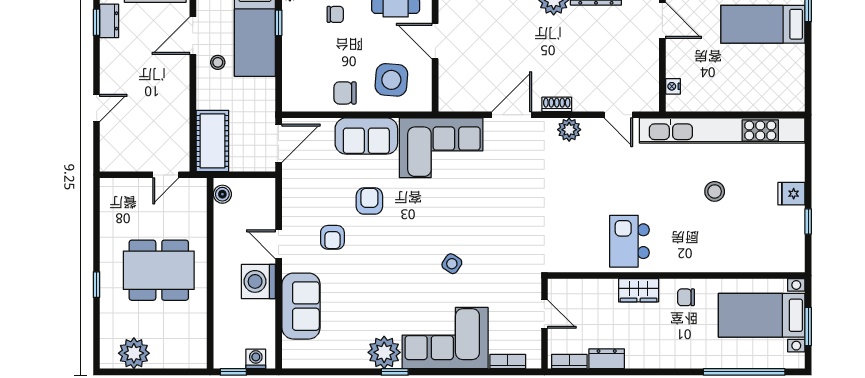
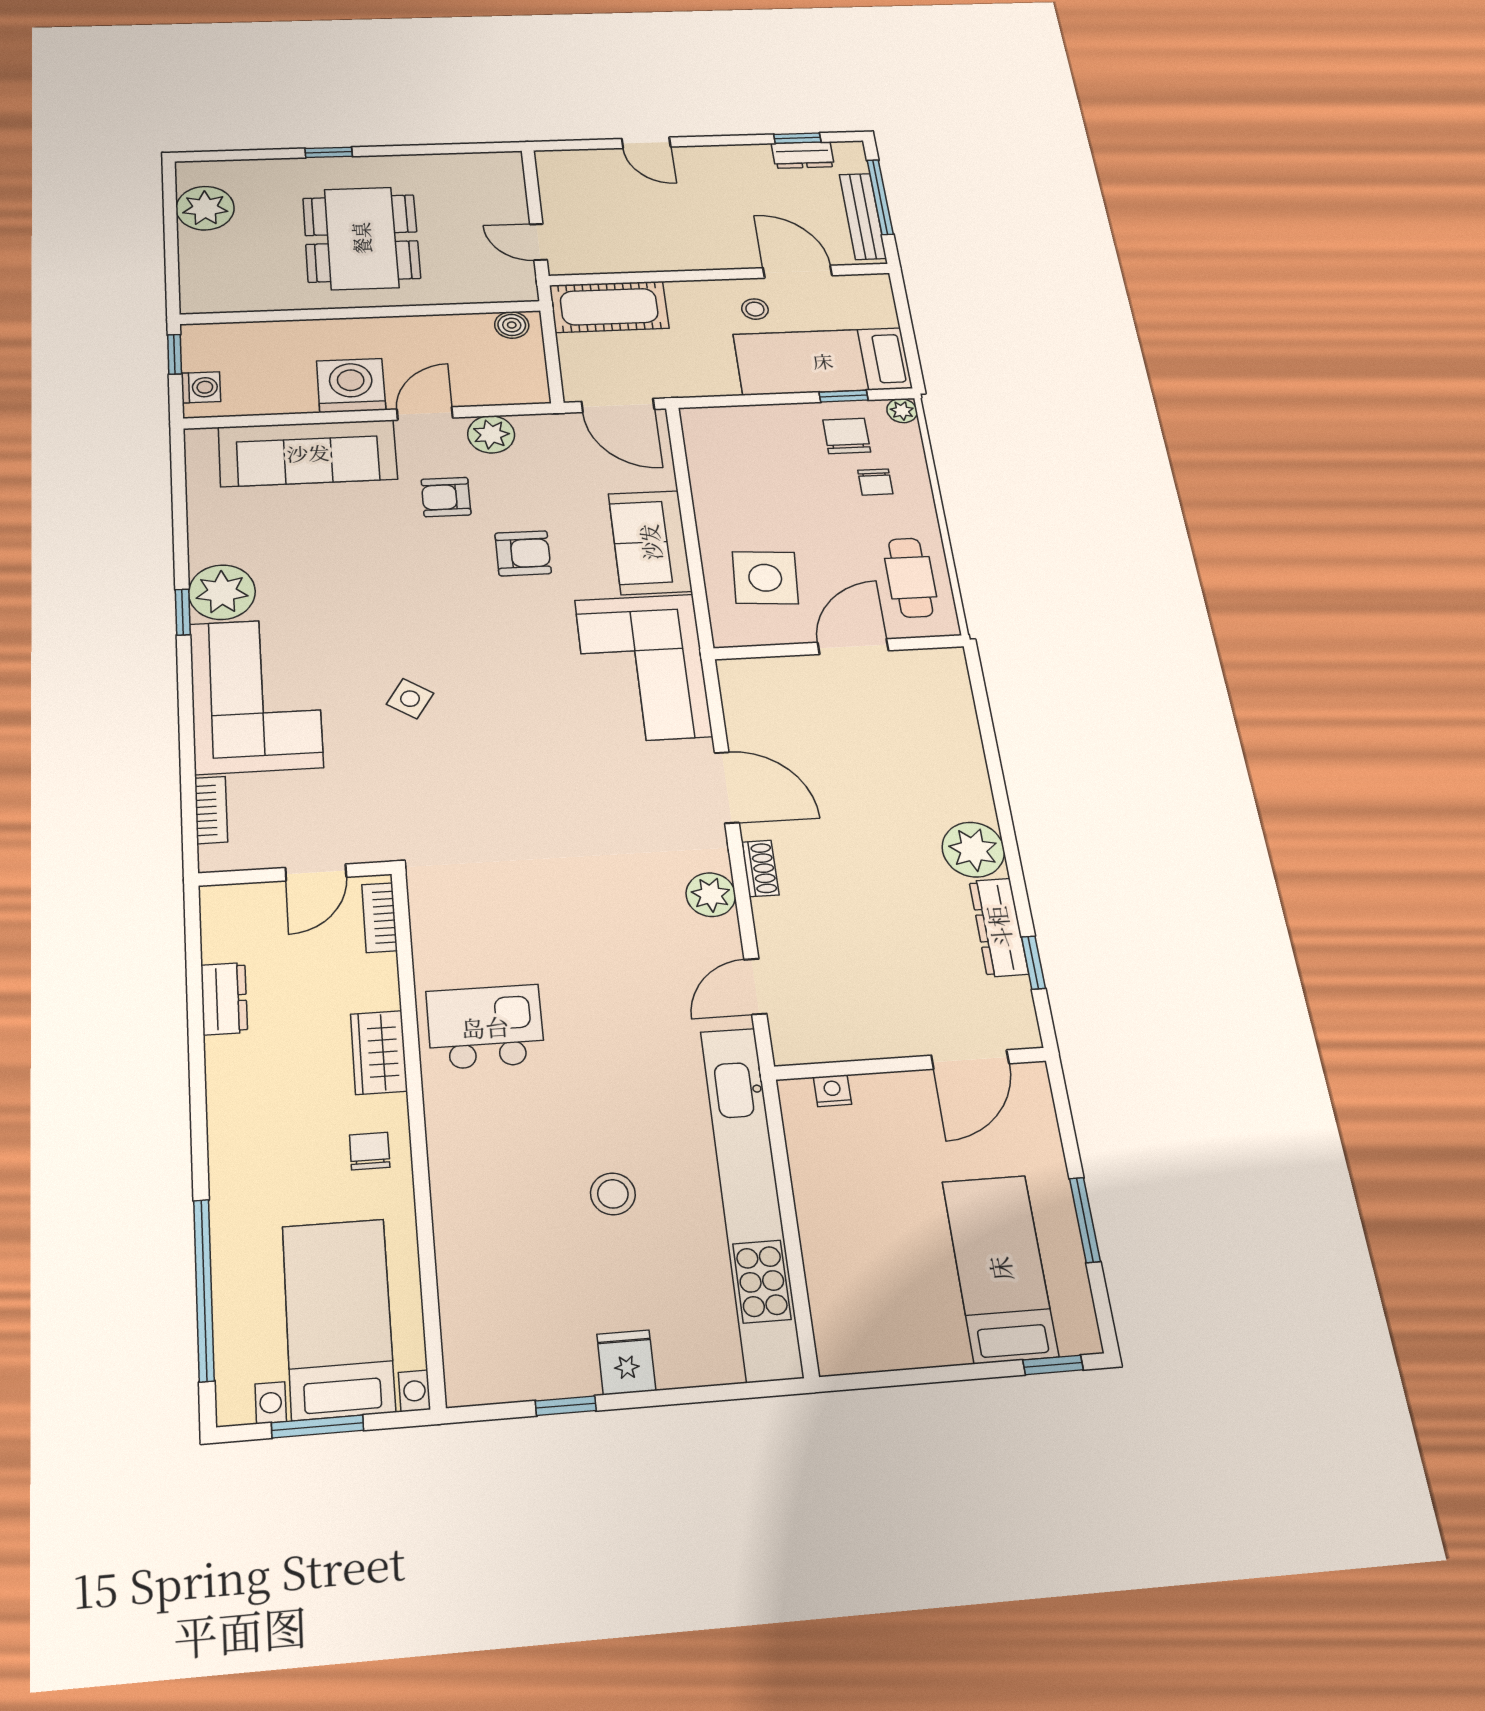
chair: (345, 93) -> (847, 436), moved
plant: (294, 211) -> (491, 434), added
sofa: (301, 306) -> (308, 453), width x1.36
bookcase: (569, 362) -> (379, 918), moved, turned 180

